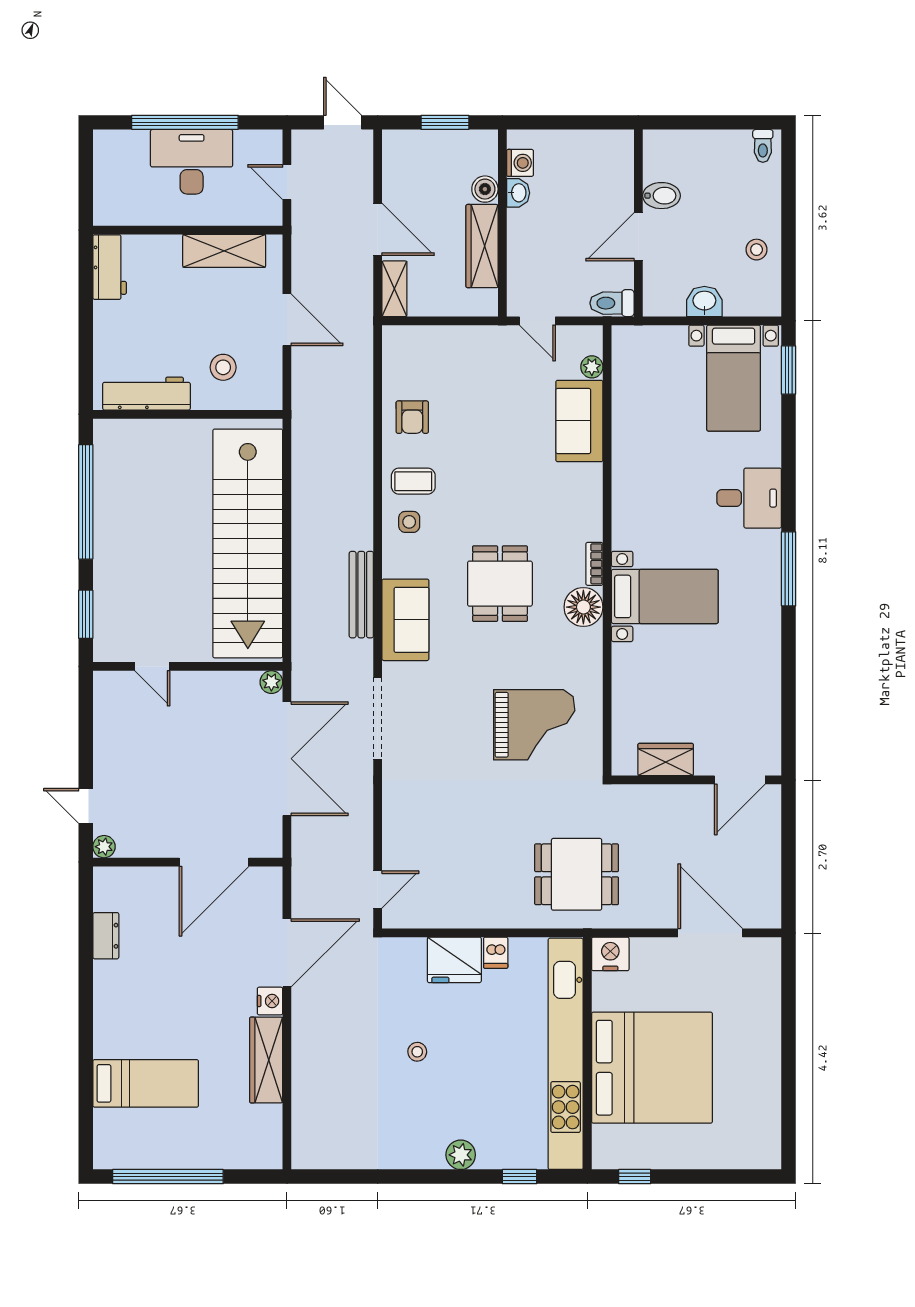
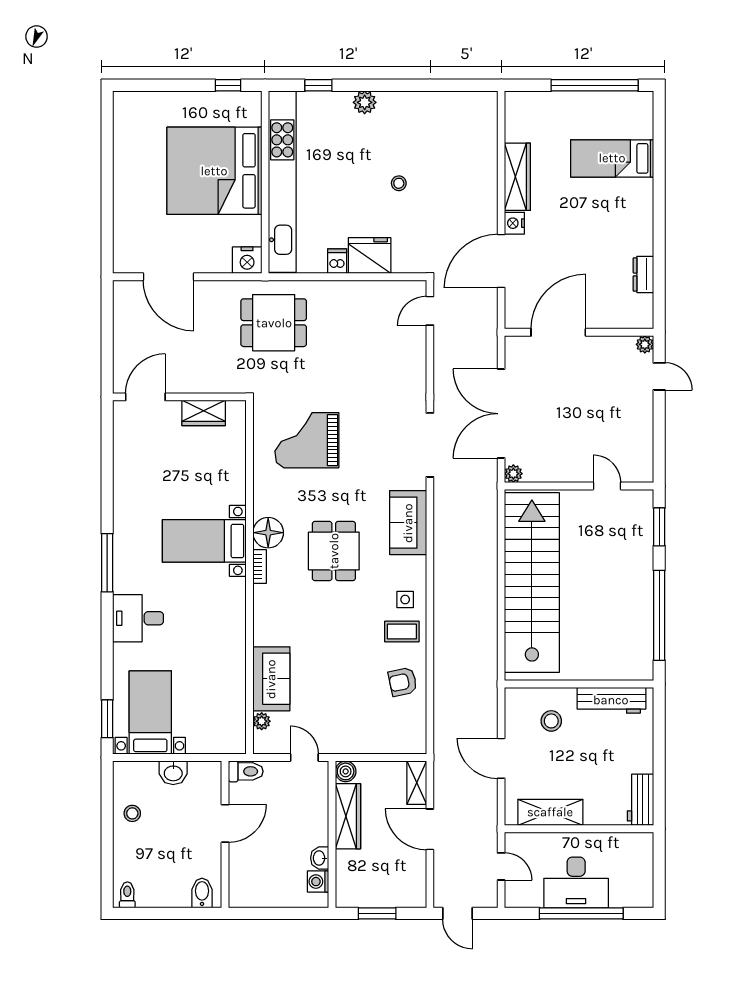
boiler: (485, 189) -> (346, 771), moved
bidet: (661, 196) -> (202, 893), moved, turned 90
armchair: (412, 417) -> (403, 682), turned -102
bench: (361, 595) -> (443, 542), removed

